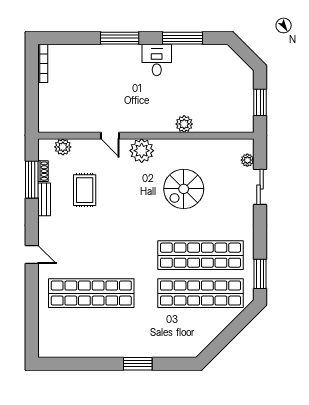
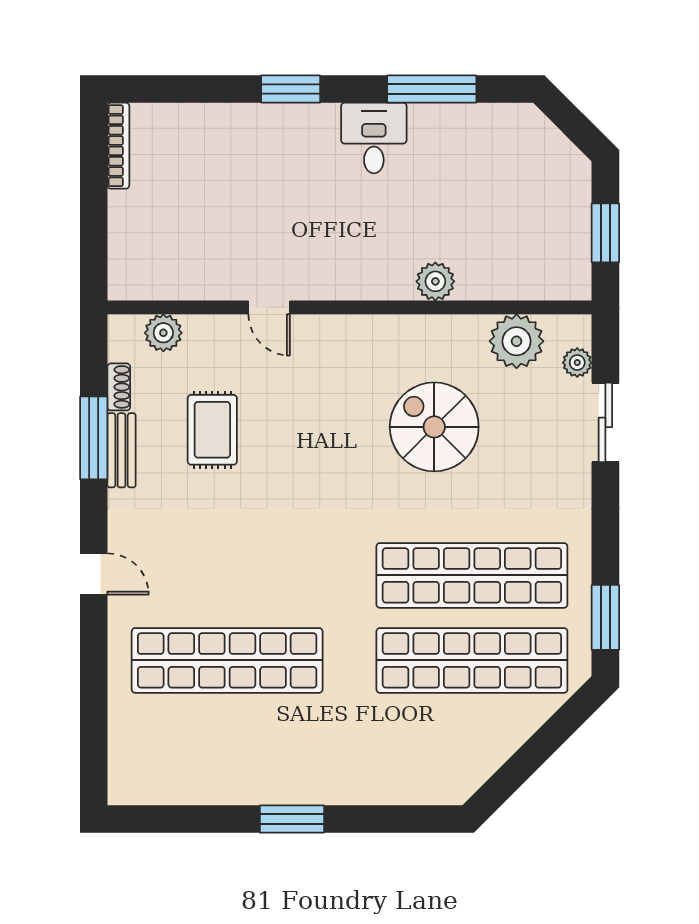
window: (120, 38) -> (291, 89), width x0.69
plant: (142, 151) -> (517, 341), moved
window: (32, 180) -> (94, 438), moved
spiral stairs: (184, 189) -> (434, 427), turned 90
window: (138, 364) -> (292, 819), moved

